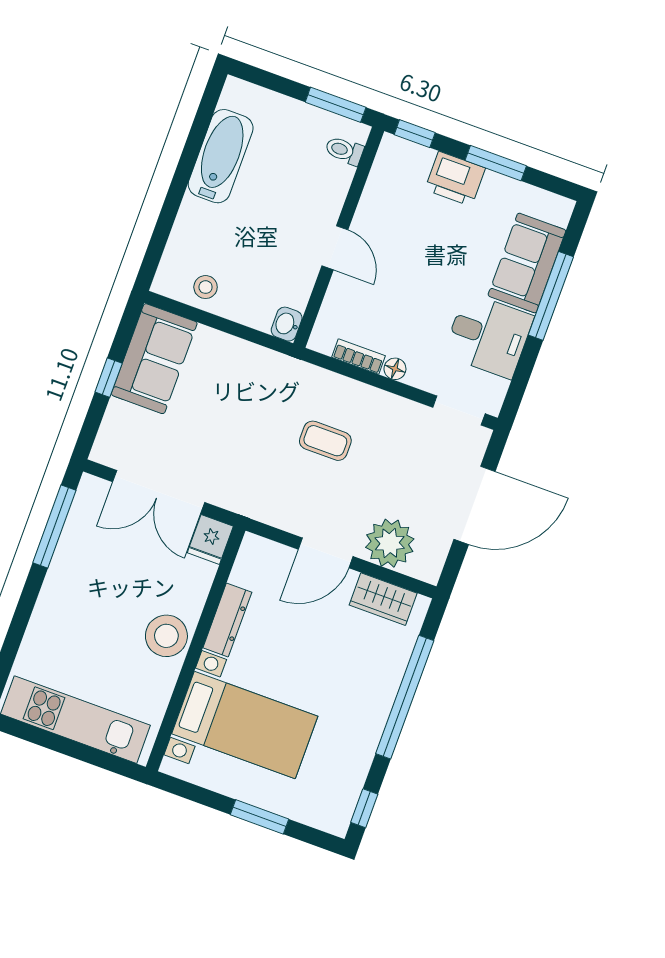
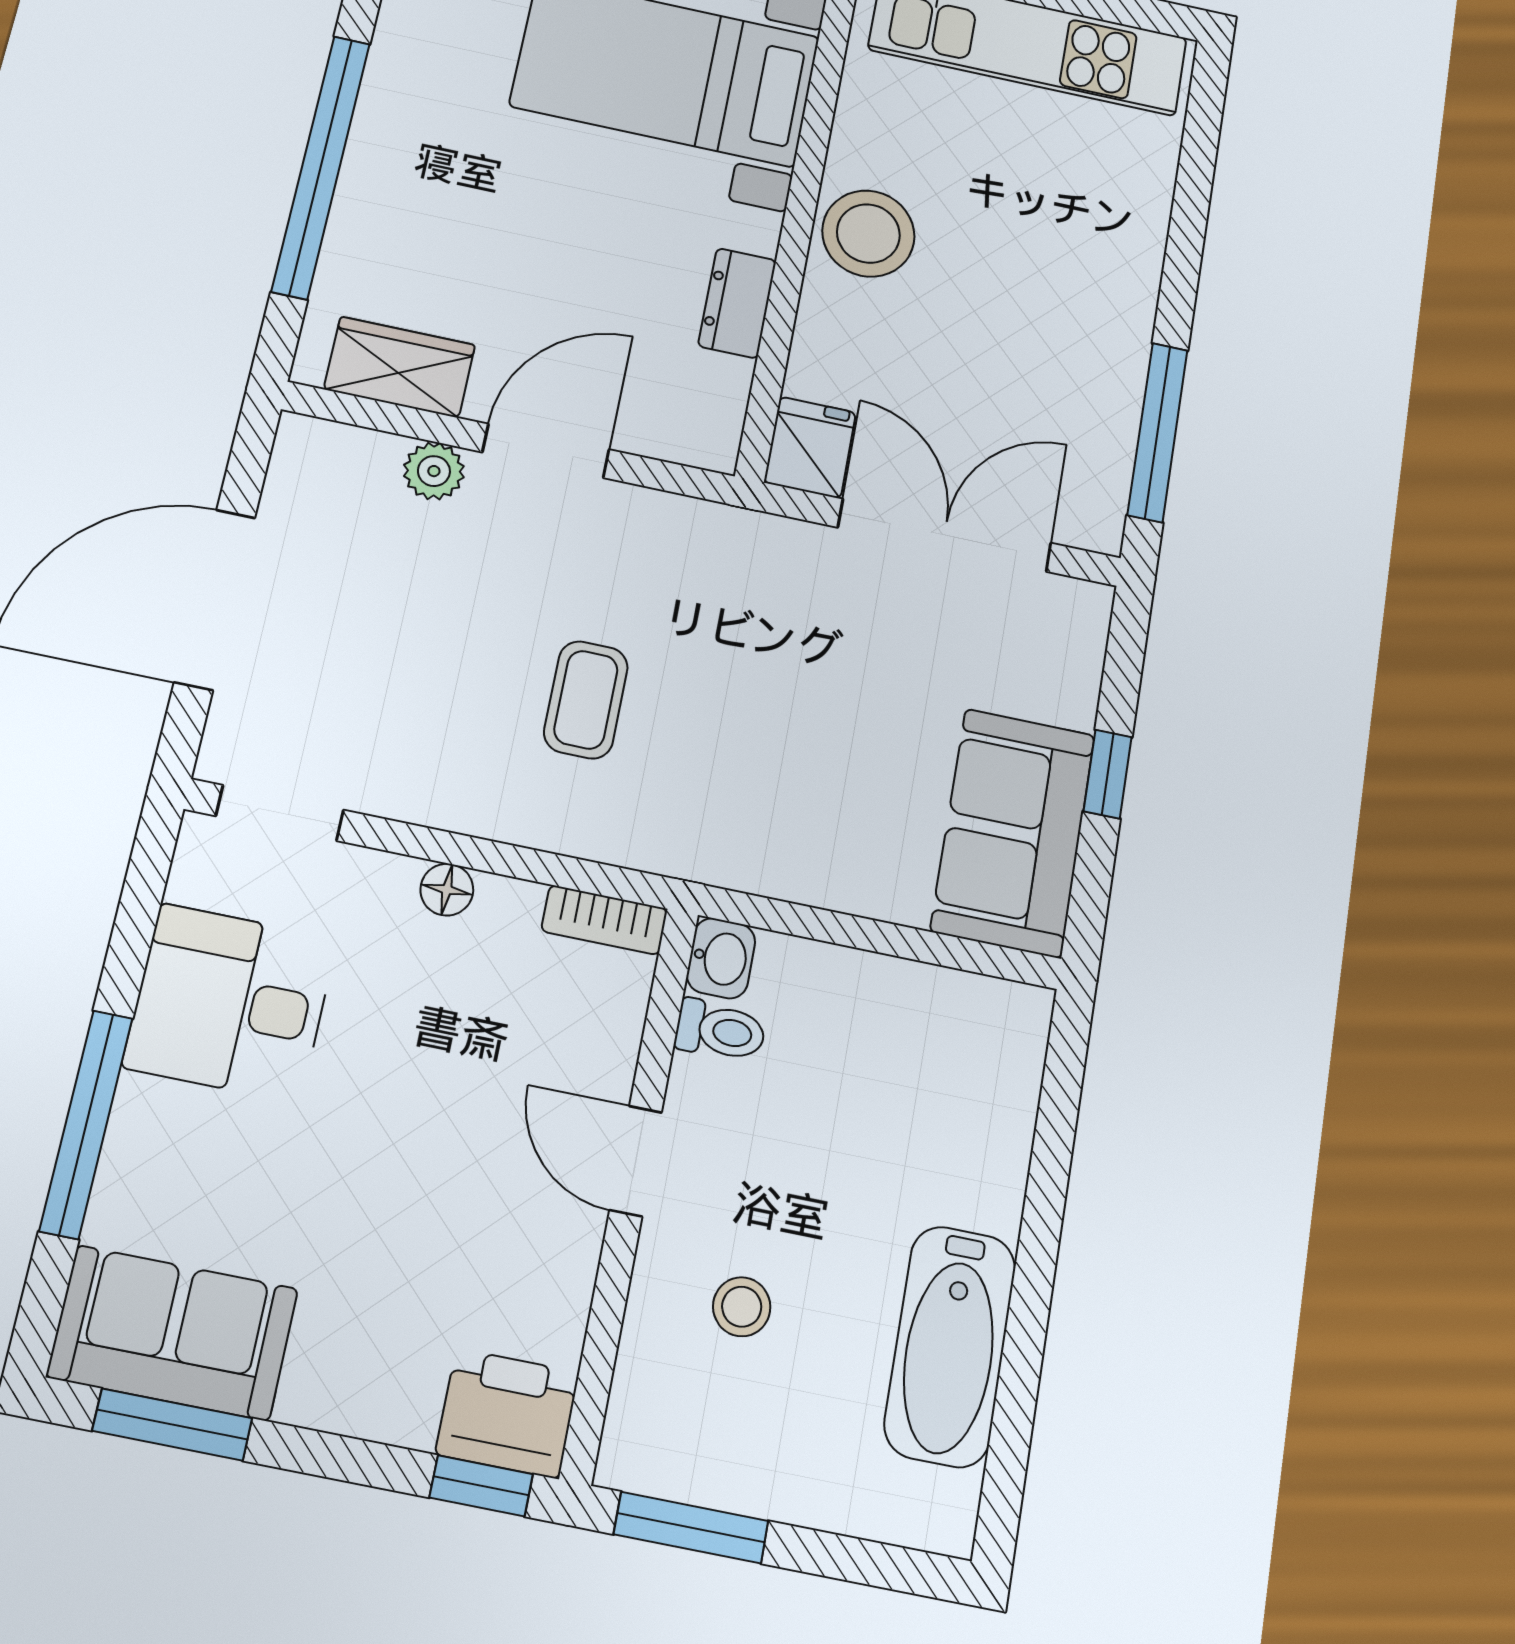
toilet: (344, 151) -> (720, 1031), moved
window: (496, 163) -> (172, 1424), moved
printer: (455, 179) -> (507, 1413), moved
sofa: (527, 263) -> (173, 1333), moved, turned -90
stool: (206, 287) -> (742, 1307), moved
bookcase: (359, 356) -> (604, 920), moved
coffee table: (325, 441) -> (586, 700), turned 90
plant: (390, 543) -> (434, 471), width x0.53, depth x0.53
dresser: (227, 620) -> (737, 303), width x0.70

